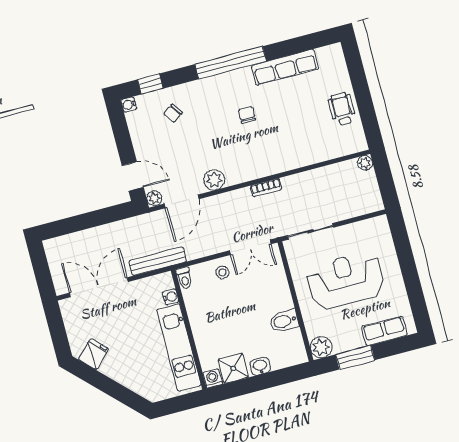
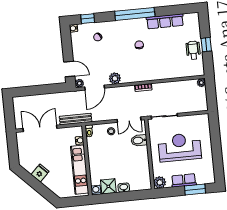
window: (363, 96) -> (206, 45), added
bidet: (284, 321) -> (139, 140), moved
row of seats: (384, 331) -> (184, 180), moved
fridge: (93, 354) -> (40, 173), moved
window: (355, 357) -> (195, 190), moved

